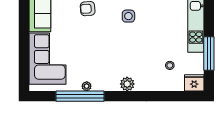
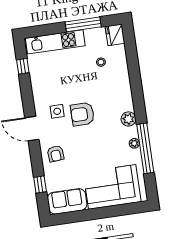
armchair: (122, 40) -> (82, 114), added
plant: (127, 84) -> (128, 119), moved

